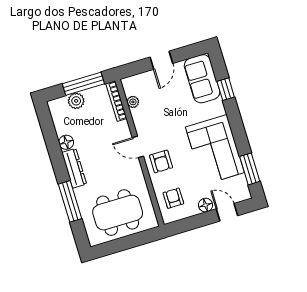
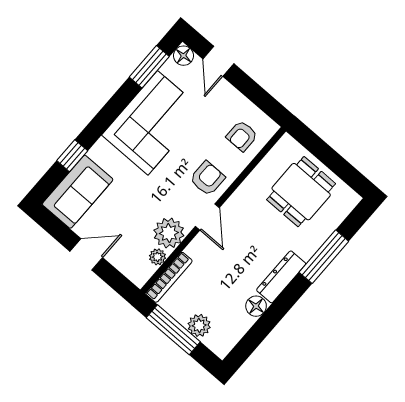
plant: (143, 118) -> (169, 233), added
floor lamp: (205, 205) -> (183, 56), moved
dining table: (118, 213) -> (301, 192), width x0.73

